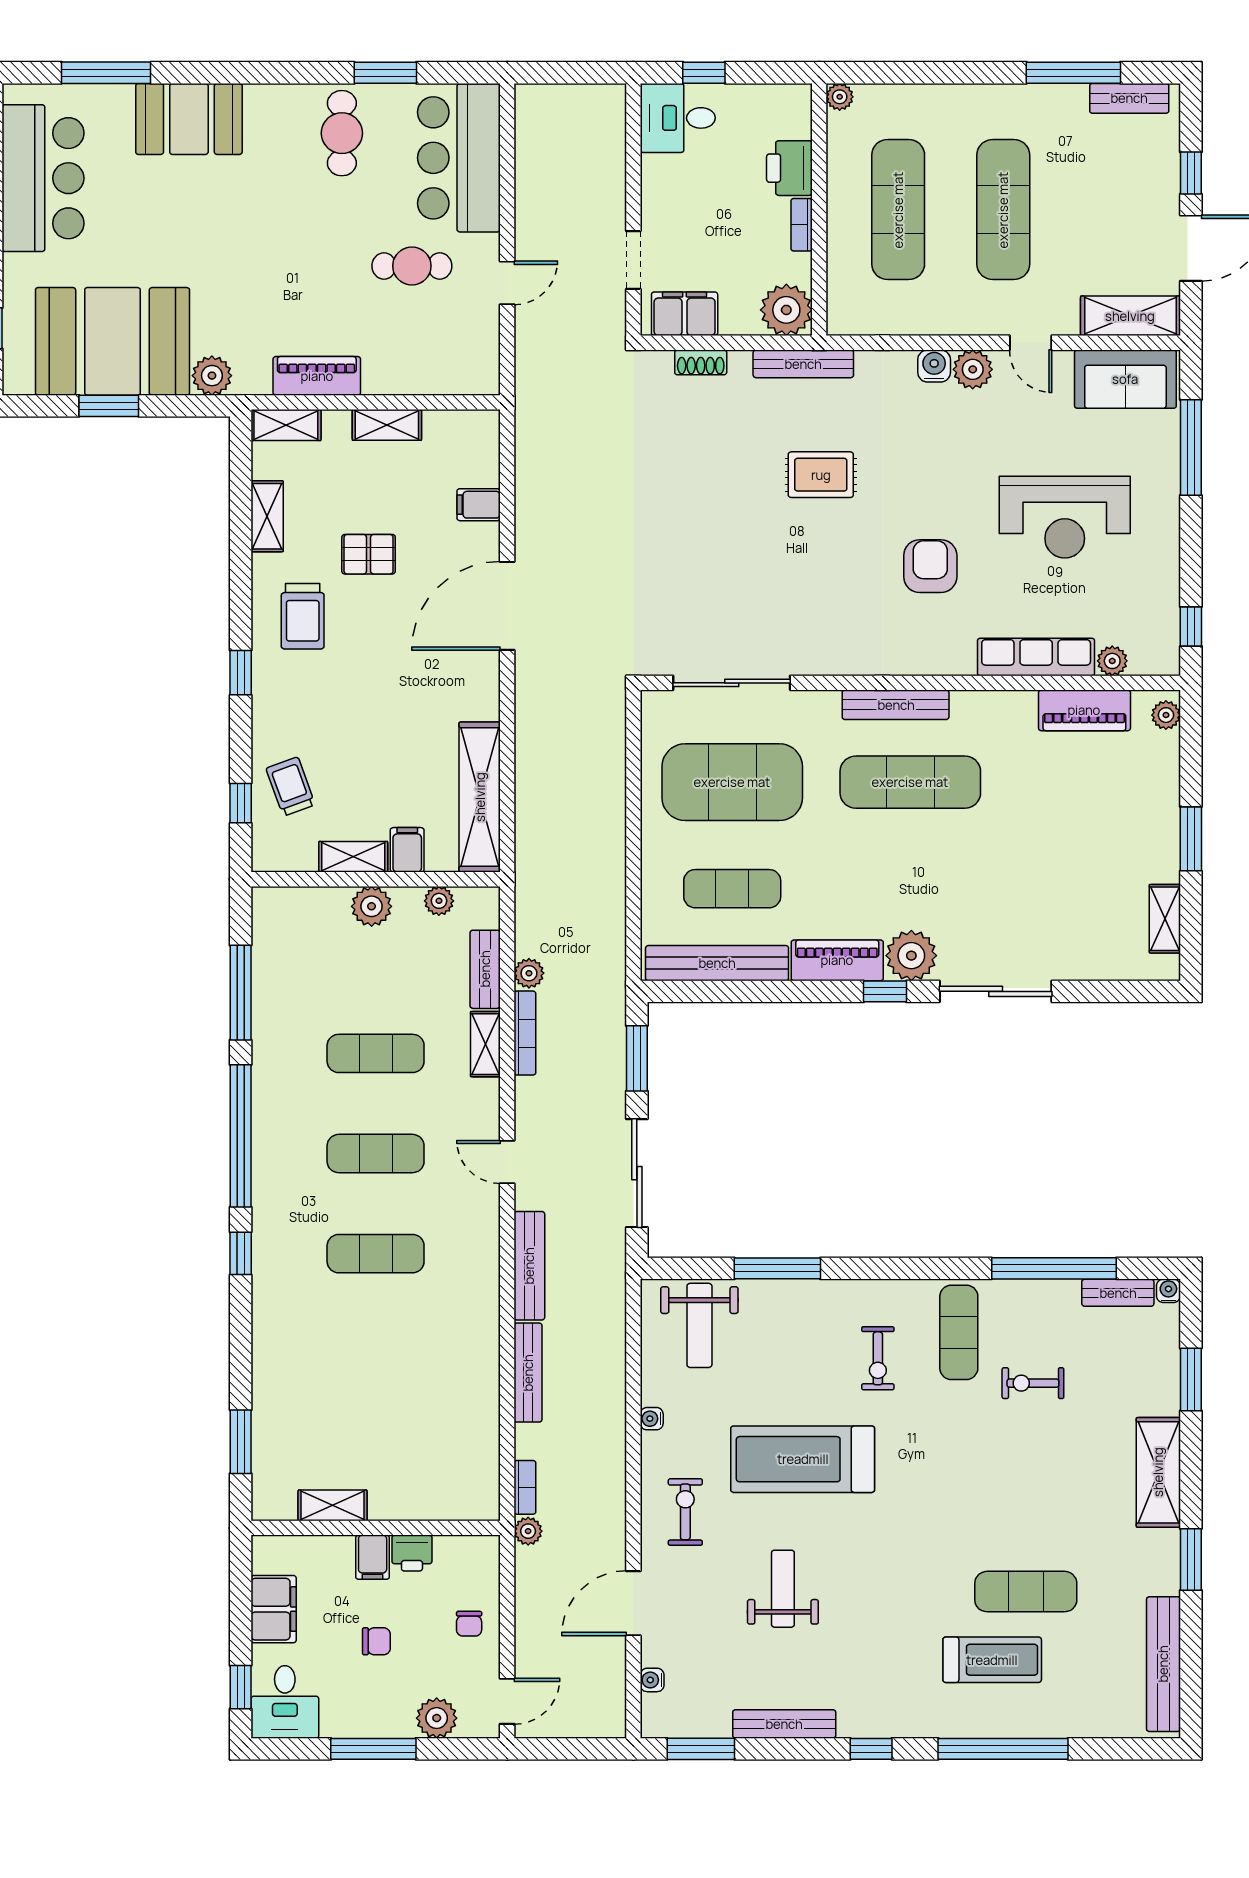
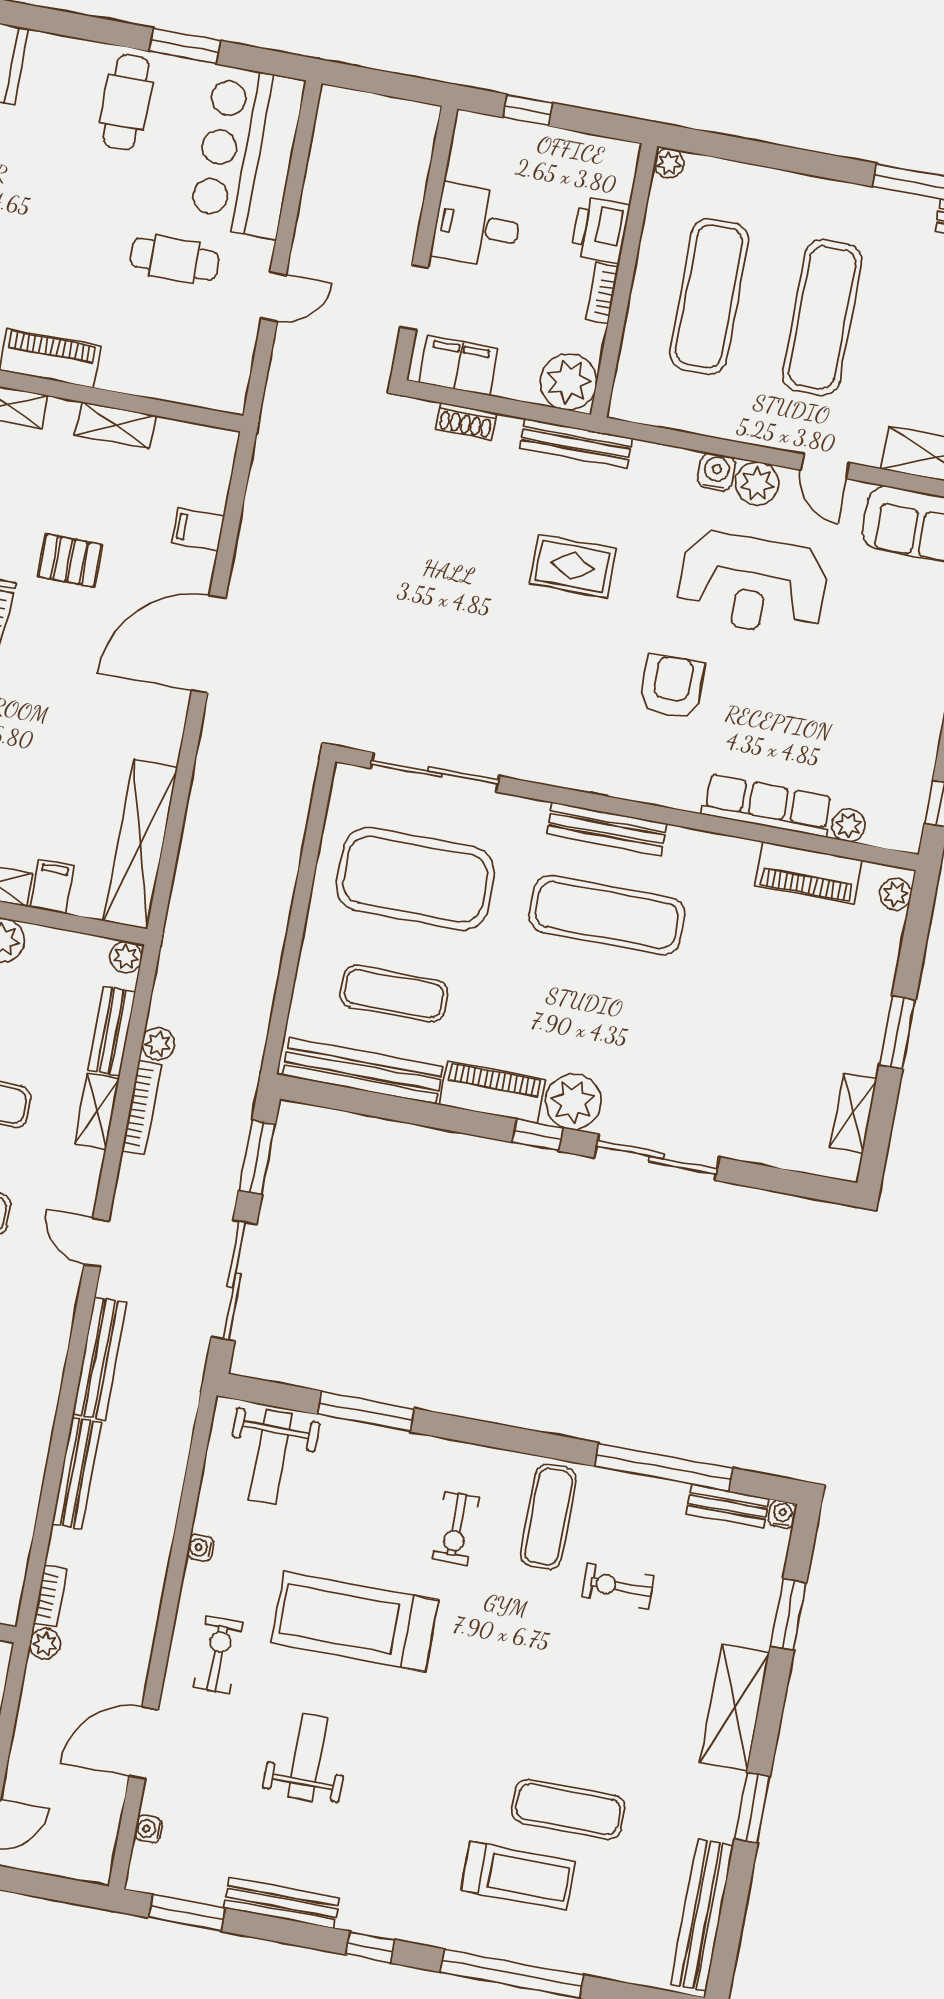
desk: (678, 118) -> (477, 226), moved
reception desk: (1065, 517) -> (752, 584), moved
plant: (439, 901) -> (126, 957), moved

